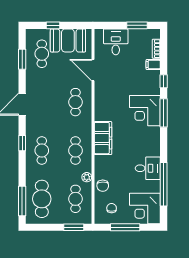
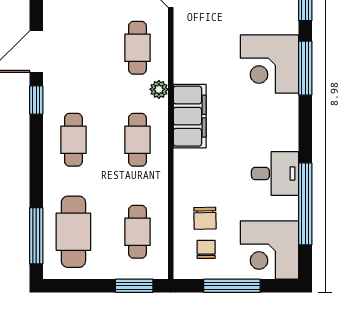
window: (22, 143) -> (36, 100), moved
plant: (87, 177) -> (159, 89), moved
chair: (103, 186) -> (205, 218), moved

